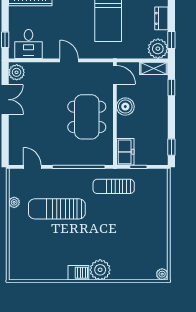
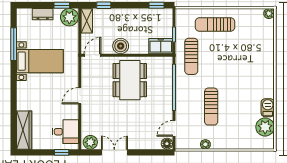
dining table: (87, 117) -> (130, 80), turned 90
floor lamp: (15, 159) -> (167, 144), added
sun lounger: (57, 209) -> (211, 107), width x0.73, depth x0.75
sun lounger: (150, 213) -> (215, 25), added
plant: (100, 270) -> (265, 127), moved
barbecue: (78, 273) -> (268, 108), moved

